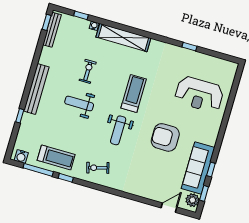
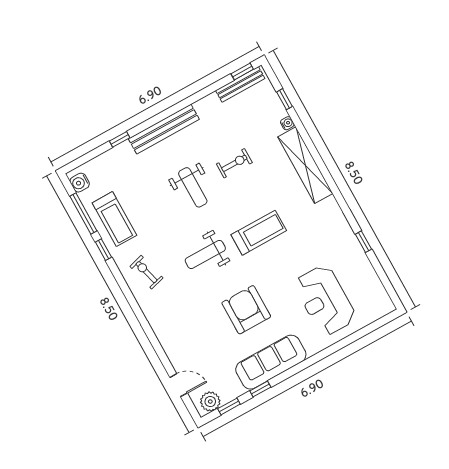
weight bench: (79, 103) -> (193, 187), turned 180
sofa: (198, 168) -> (271, 362), moved

